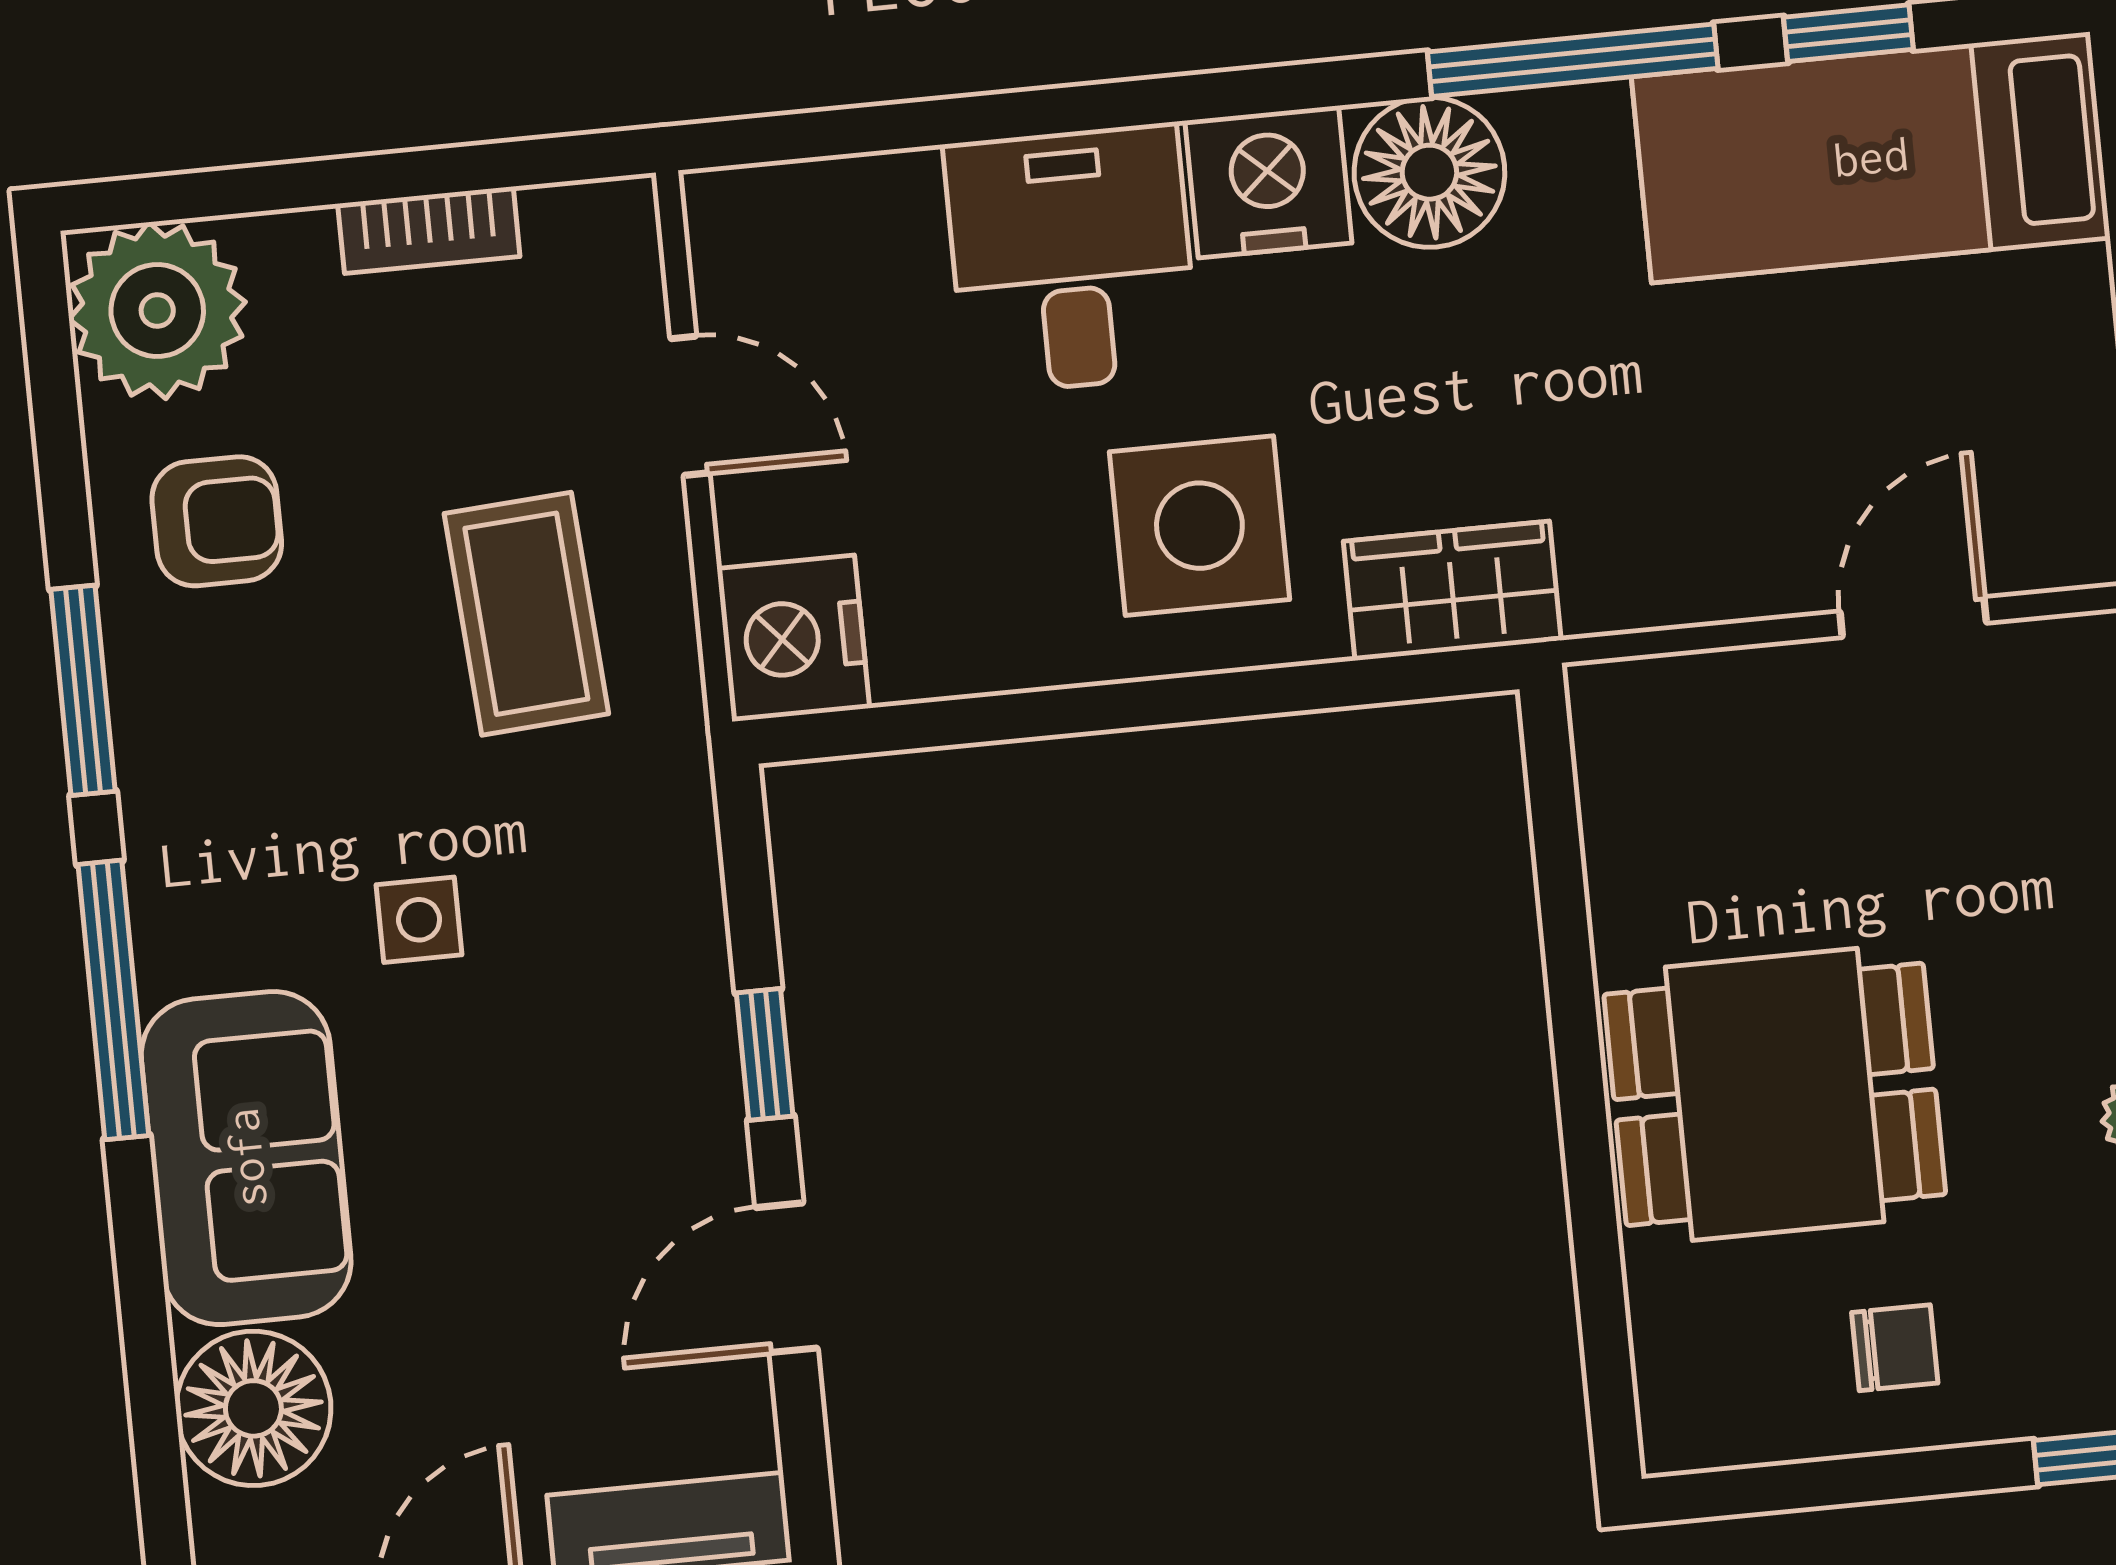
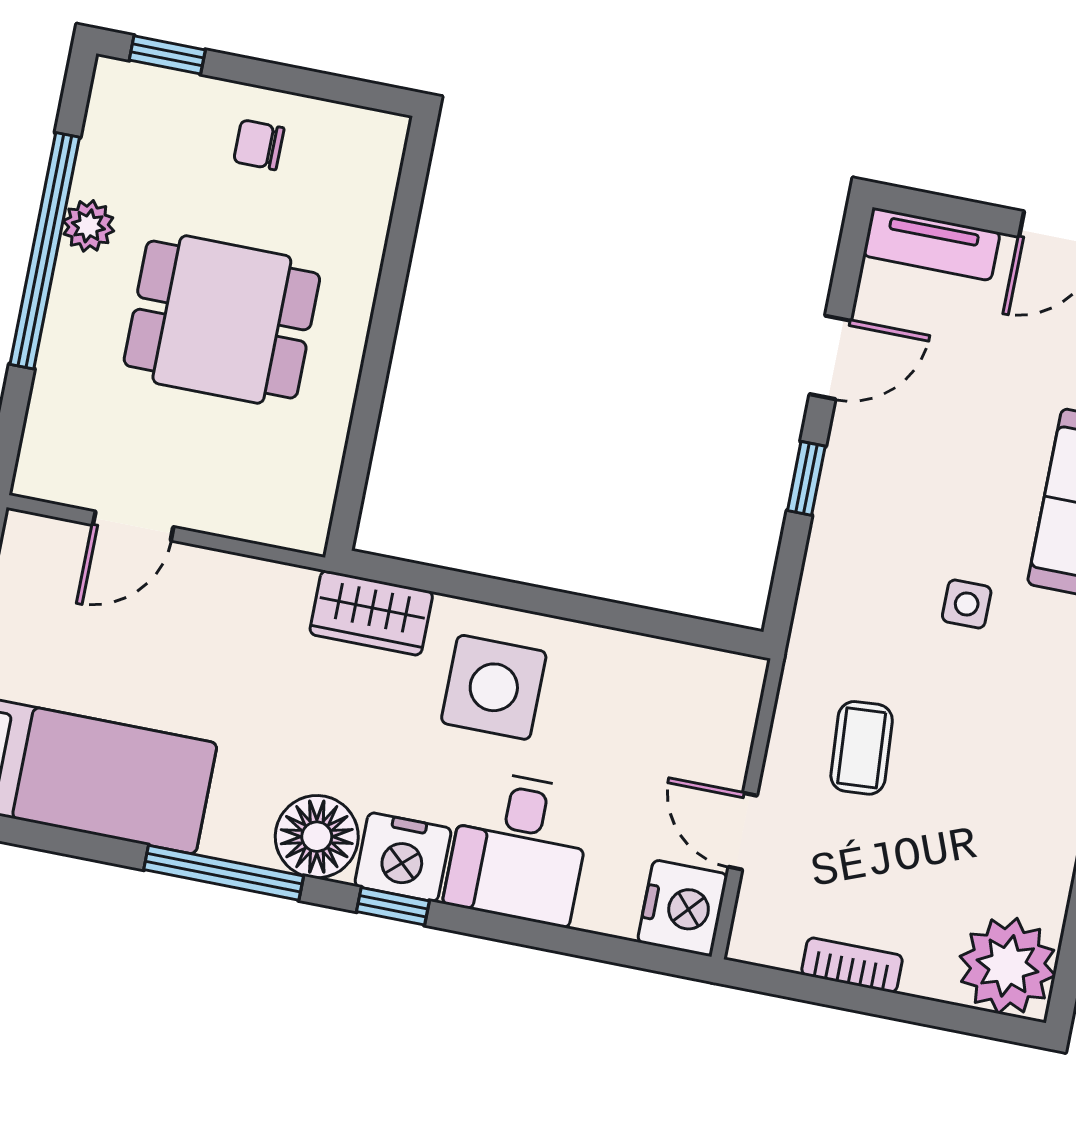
window: (1848, 33) -> (393, 906), moved
armchair: (217, 521) -> (1010, 846), removed
coffee table: (526, 614) -> (862, 748), width x0.73, depth x0.77
nightstand: (793, 638) -> (683, 908), moved
dining table: (1775, 1094) -> (222, 320), moved

